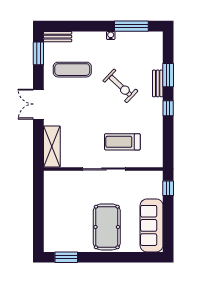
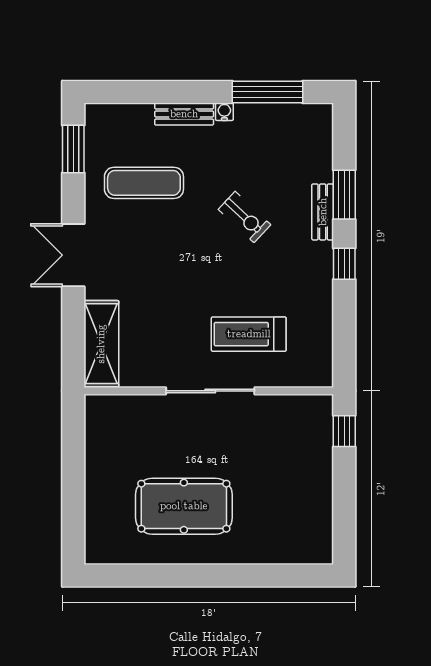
bench: (58, 37) -> (184, 114), moved
exercise bike: (120, 86) -> (245, 217), width x0.73, depth x0.72
sofa: (152, 225) -> (310, 509), removed
pool table: (107, 227) -> (184, 506), moved, turned 90
window: (66, 257) -> (131, 575), removed

